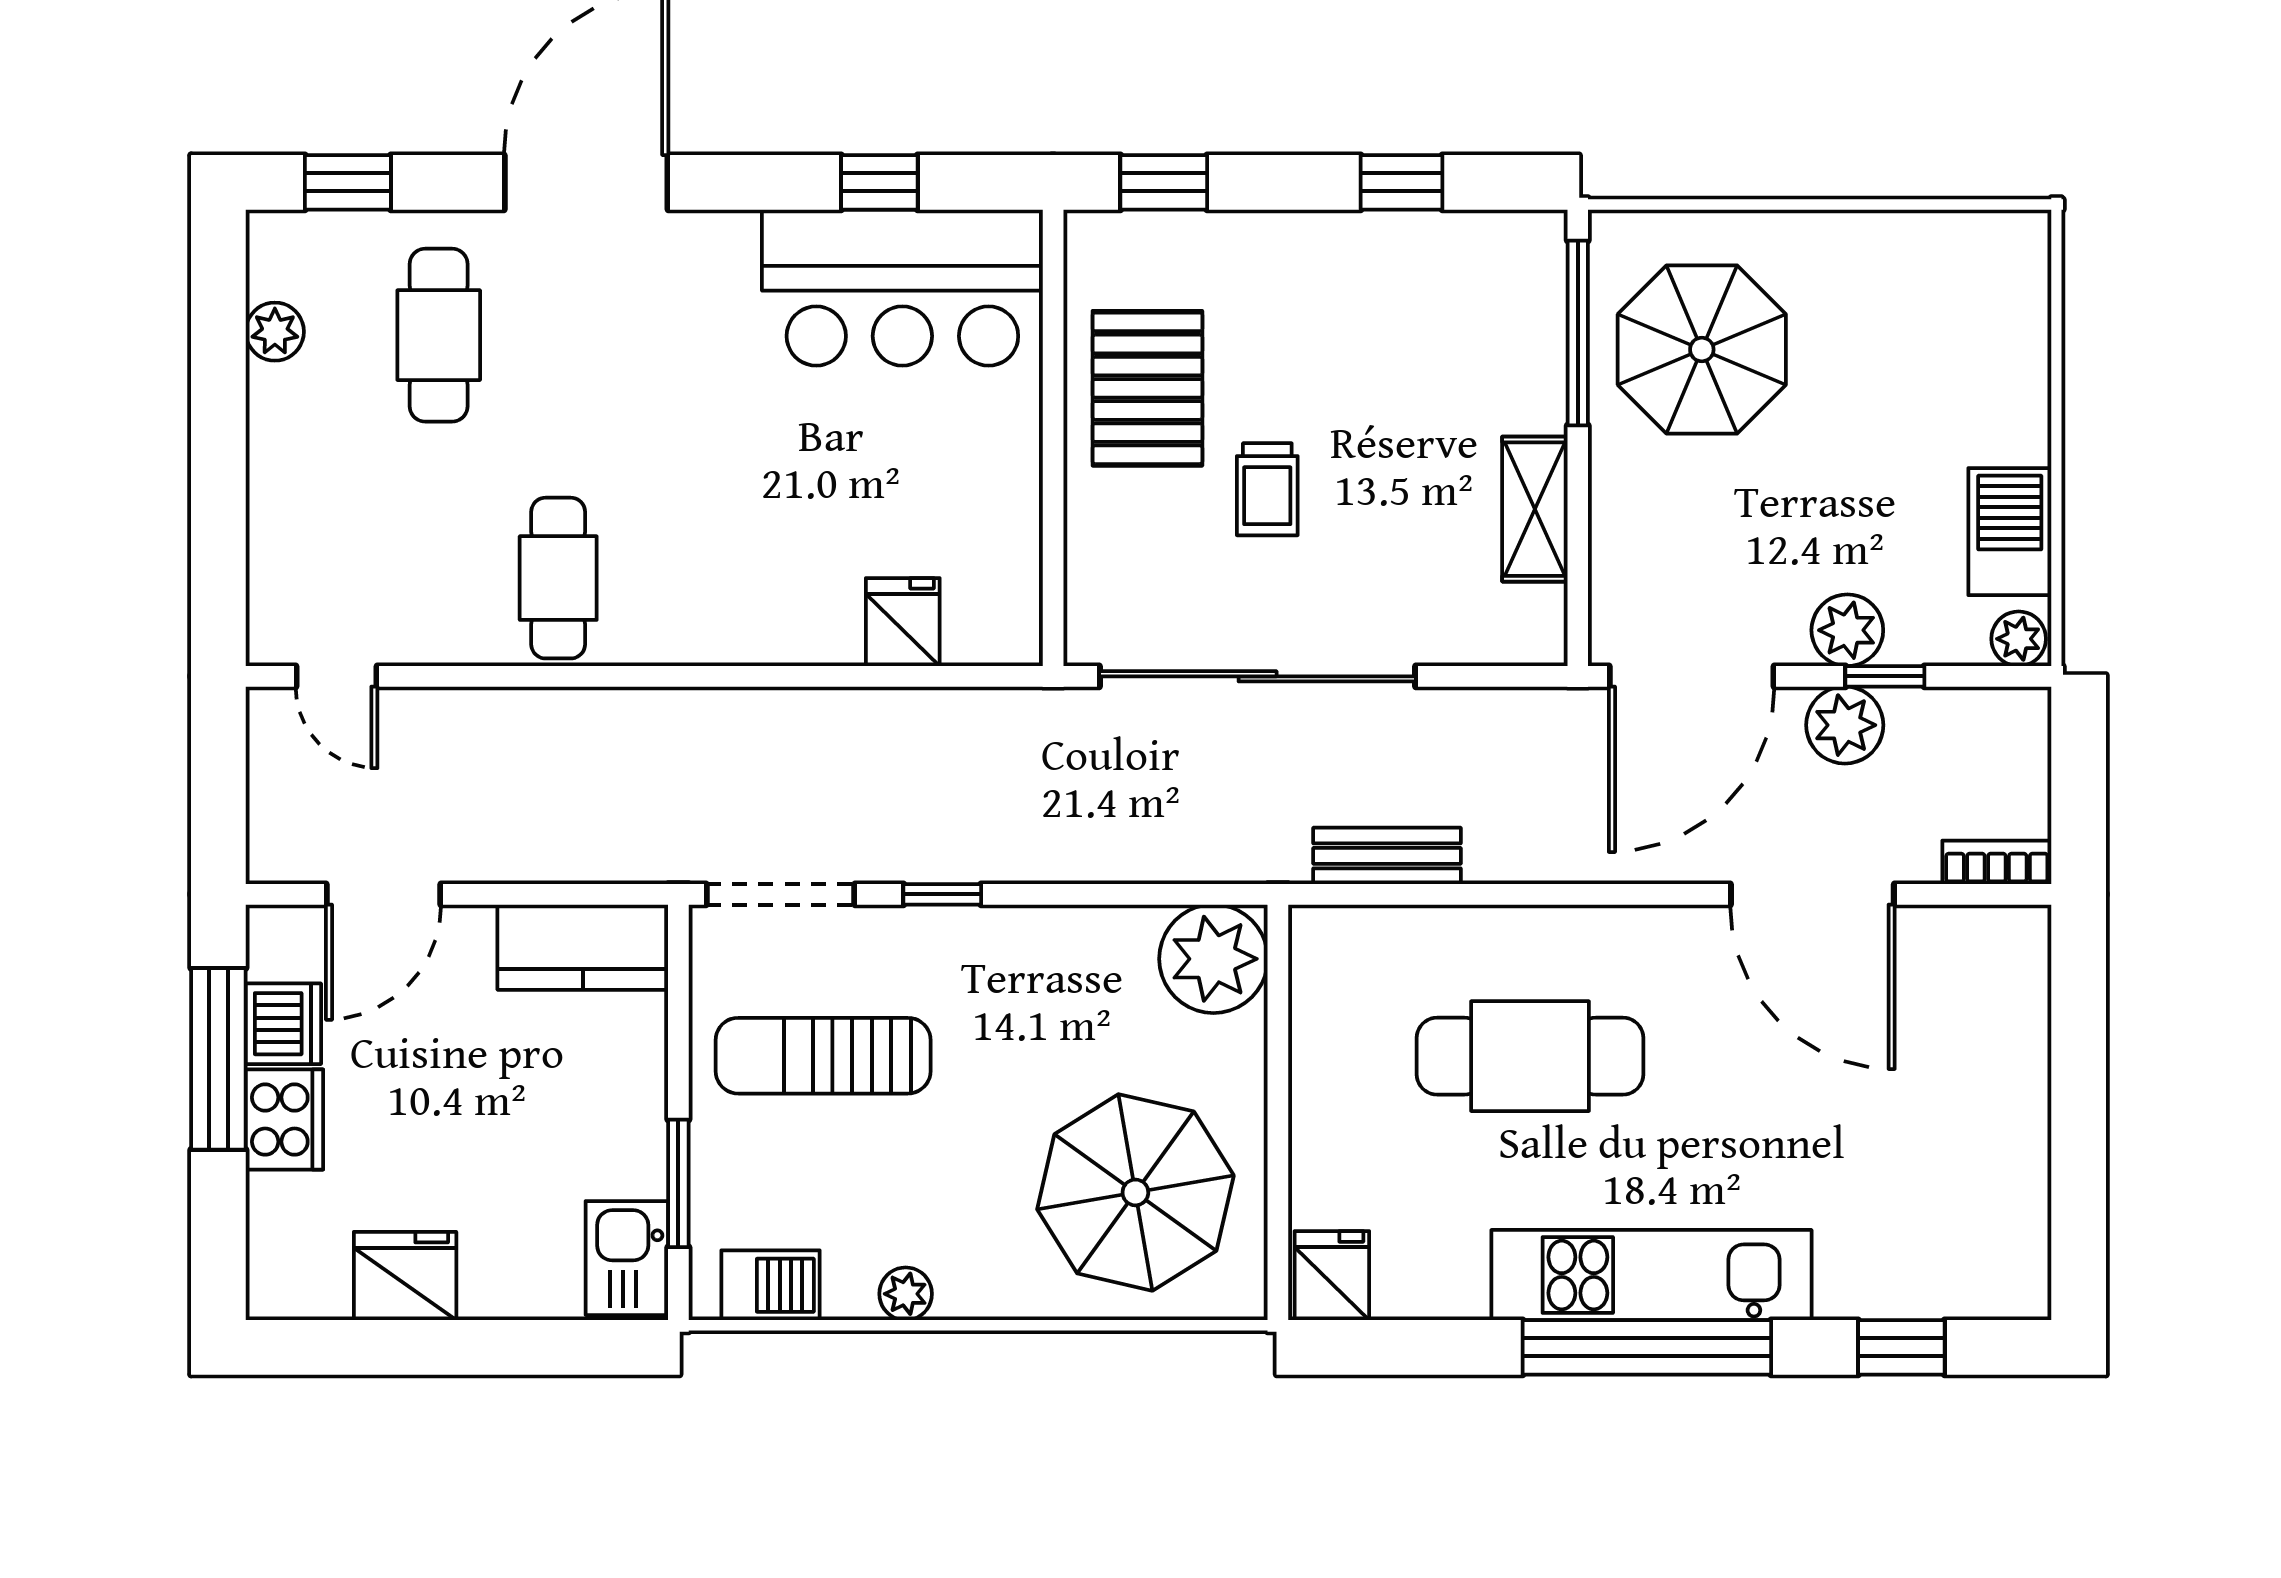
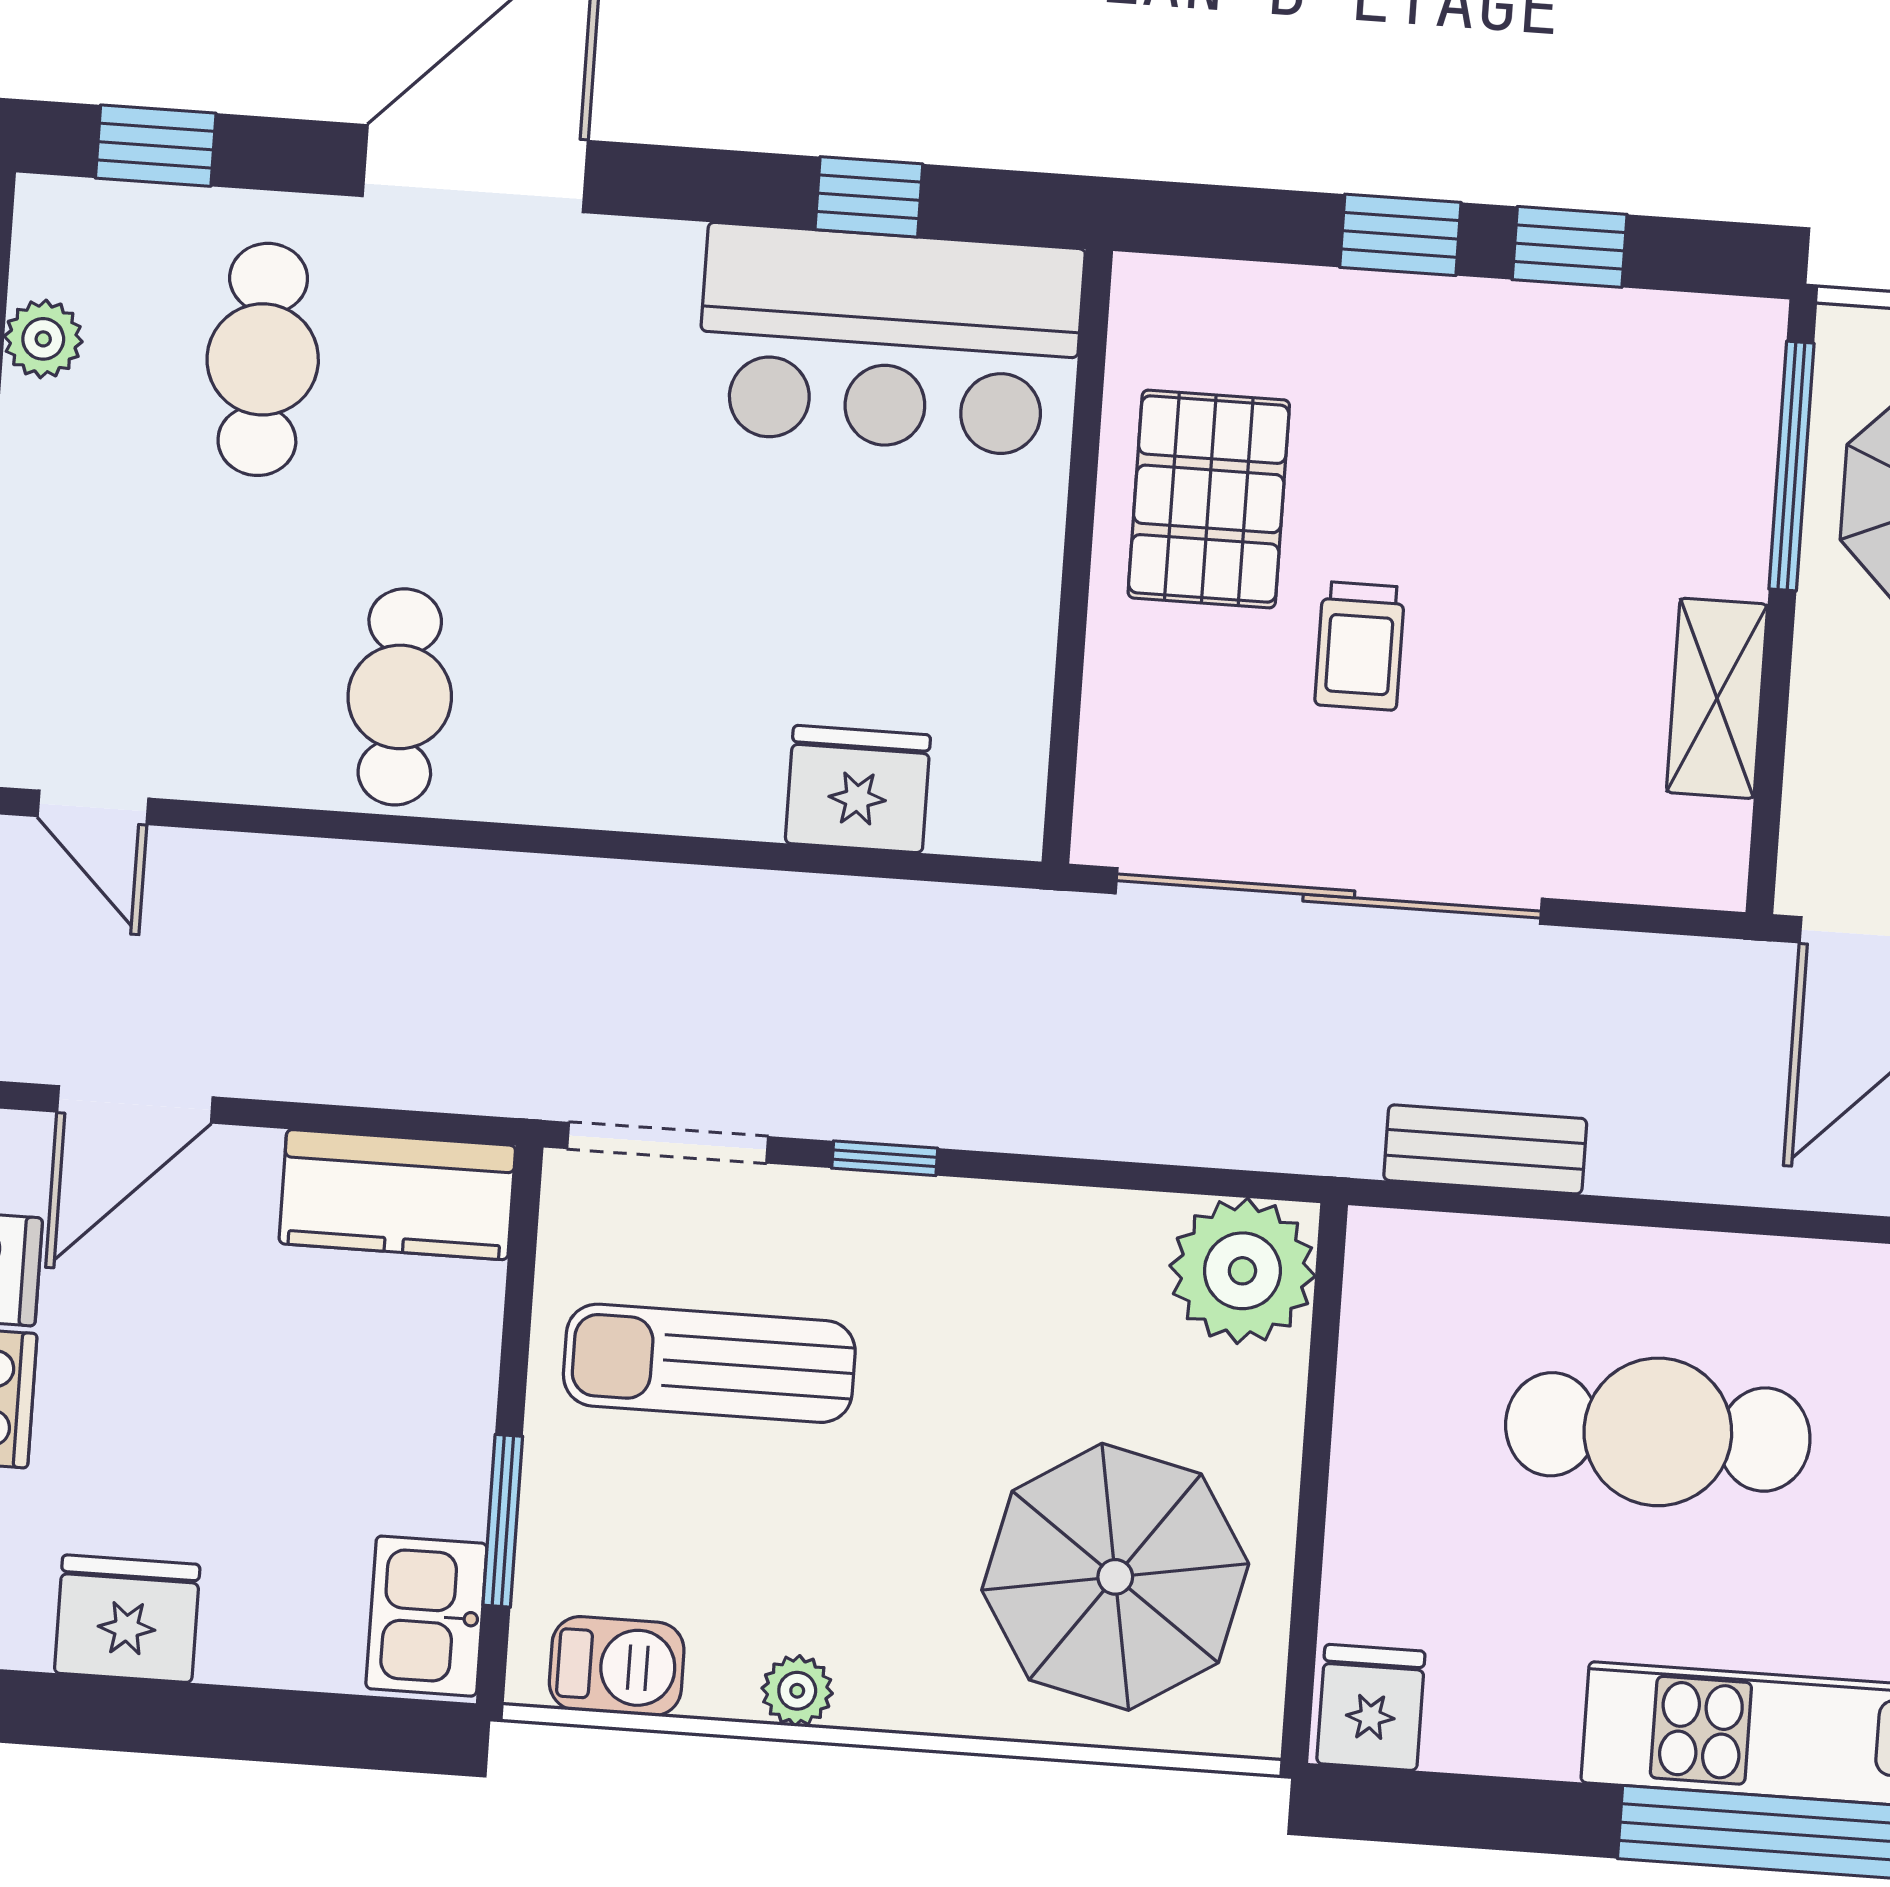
window: (1164, 182) -> (1400, 235), moved
fridge: (903, 622) -> (858, 789), width x1.38

